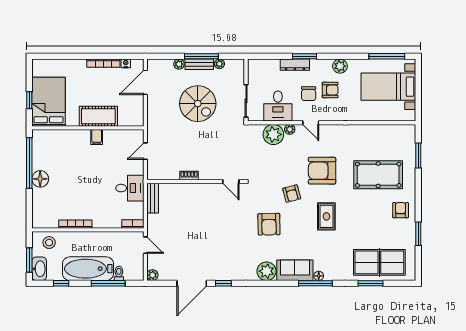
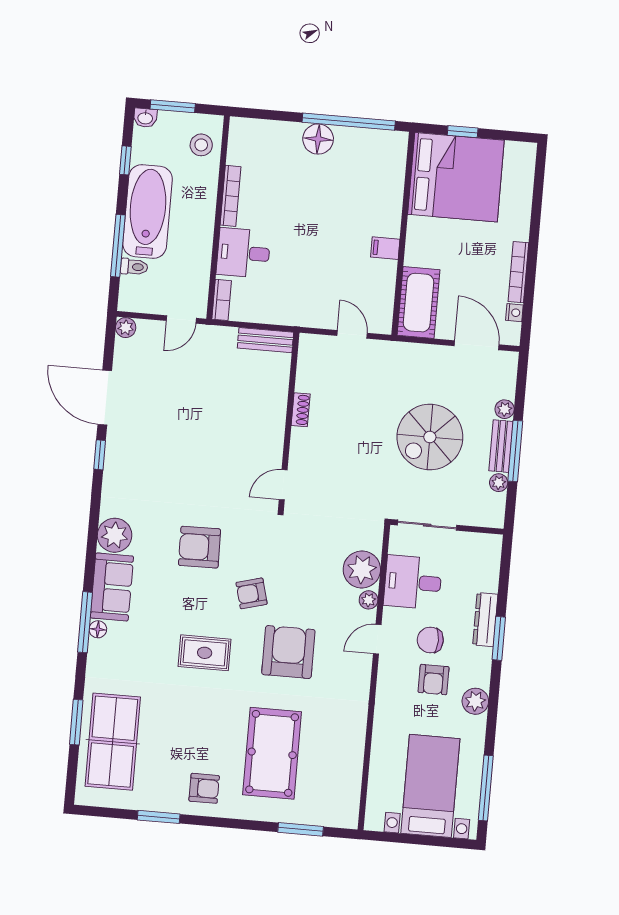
bed: (48, 102) -> (456, 177), width x1.36
cot: (98, 116) -> (419, 303), moved
desk: (130, 188) -> (243, 253), moved, turned 90
washbasin: (39, 269) -> (145, 118), width x0.52, depth x0.69

